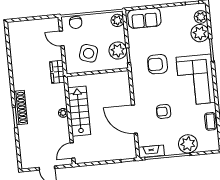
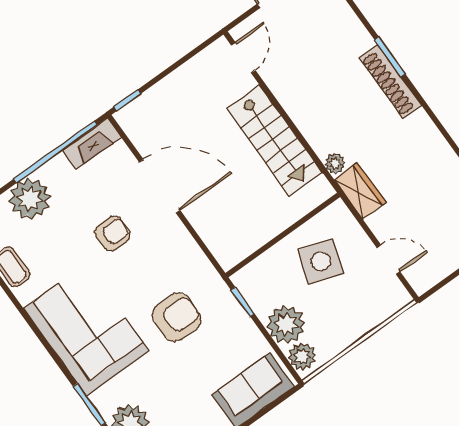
chair: (76, 23) -> (380, 306), removed
plant: (118, 51) -> (286, 325), moved
plant: (63, 113) -> (335, 164), moved

